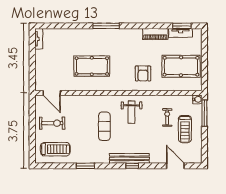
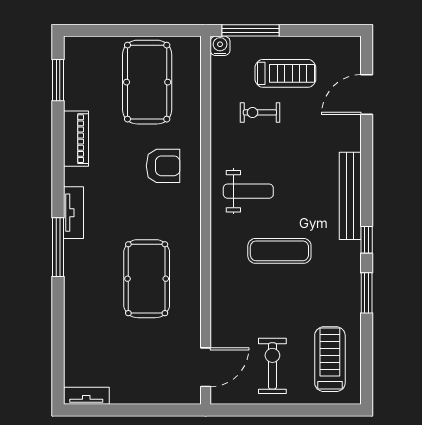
tv unit: (181, 33) -> (74, 213), moved
window: (132, 166) -> (367, 240), moved

